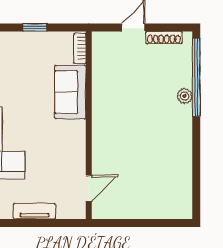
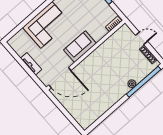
sofa: (70, 92) -> (80, 47), moved
door: (89, 188) -> (60, 78), width x1.87

